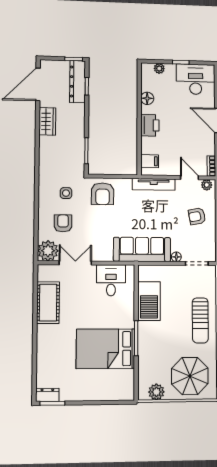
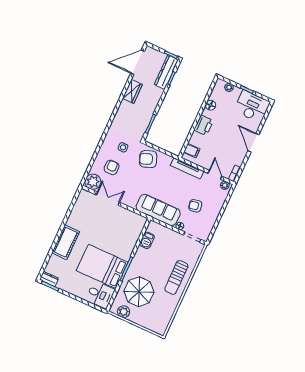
armchair: (103, 194) -> (148, 159), turned 69
armchair: (197, 216) -> (195, 206), moved
desk: (111, 280) -> (100, 295), moved, turned 90
barbecue: (149, 301) -> (147, 240), width x0.53, depth x0.65
cot: (48, 303) -> (66, 242), moved
parasol: (190, 376) -> (139, 292), moved

